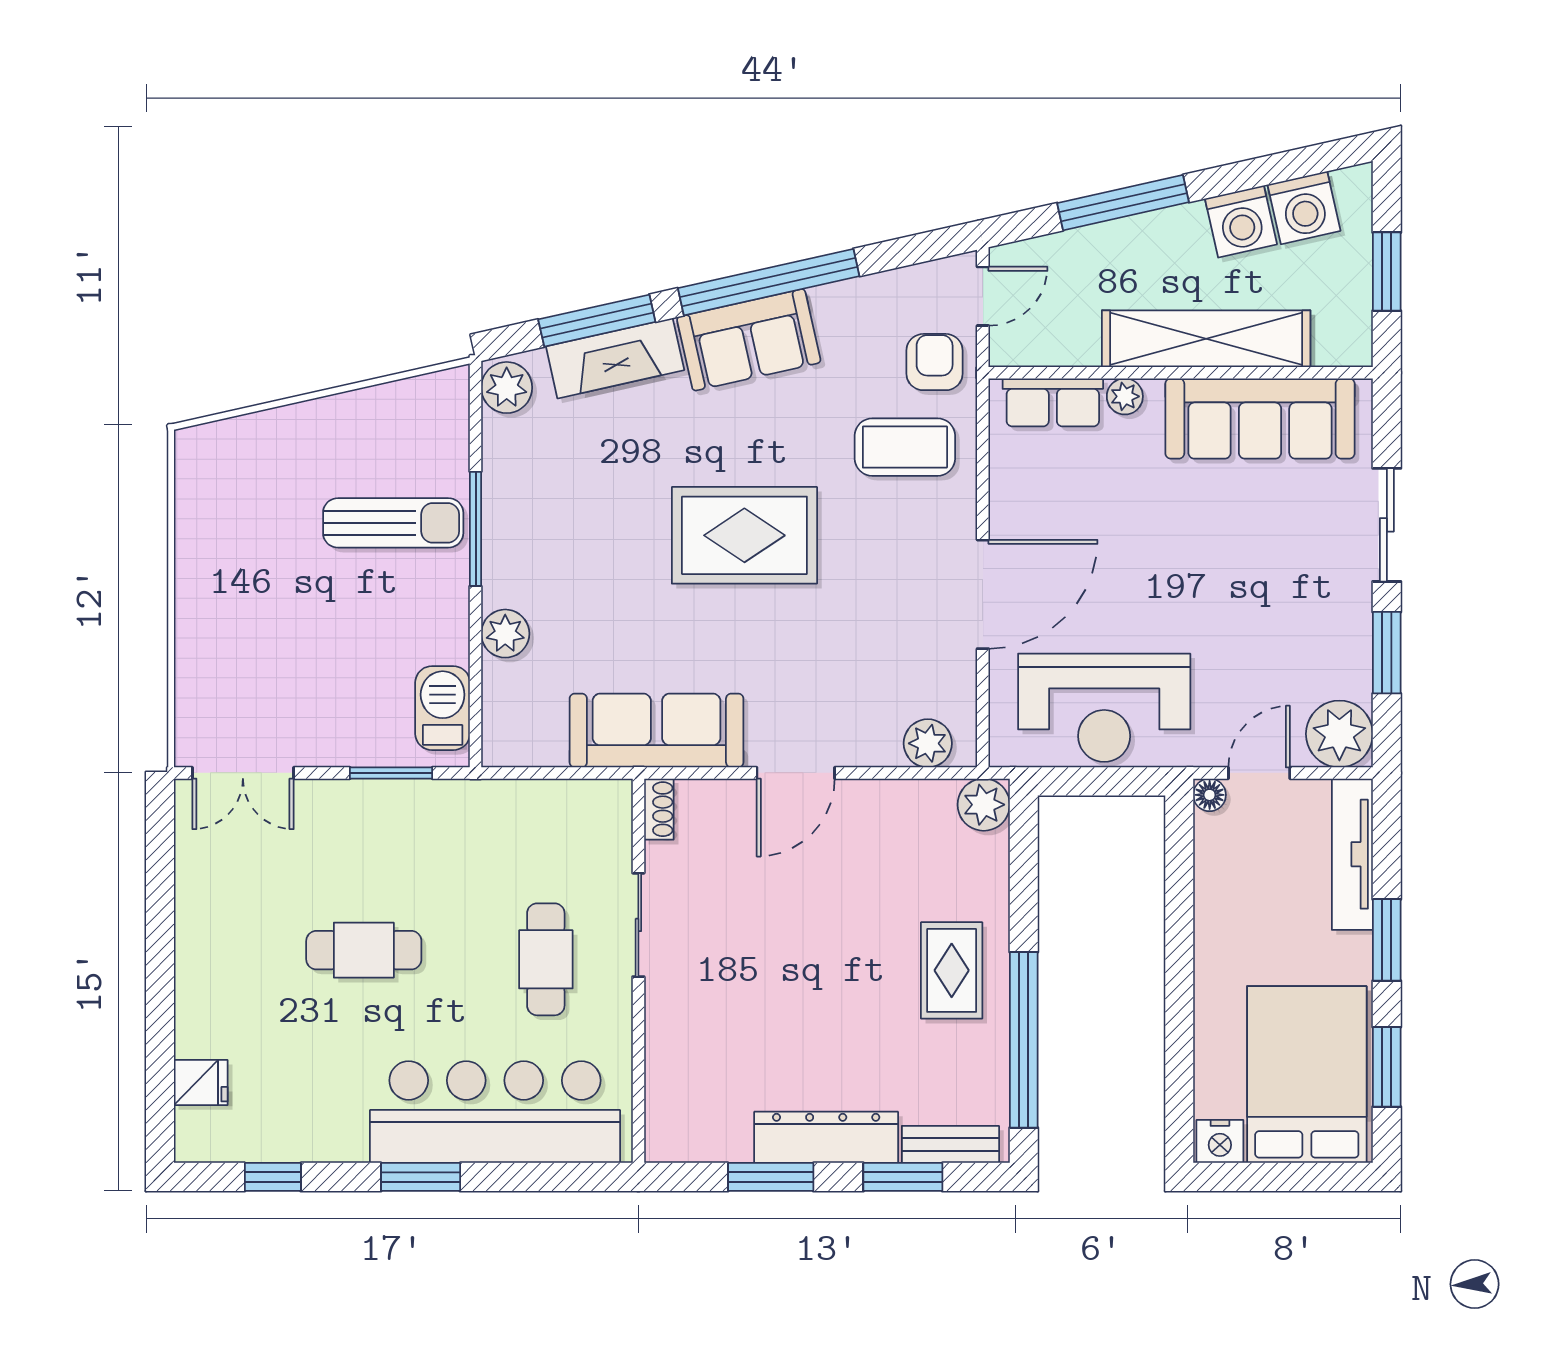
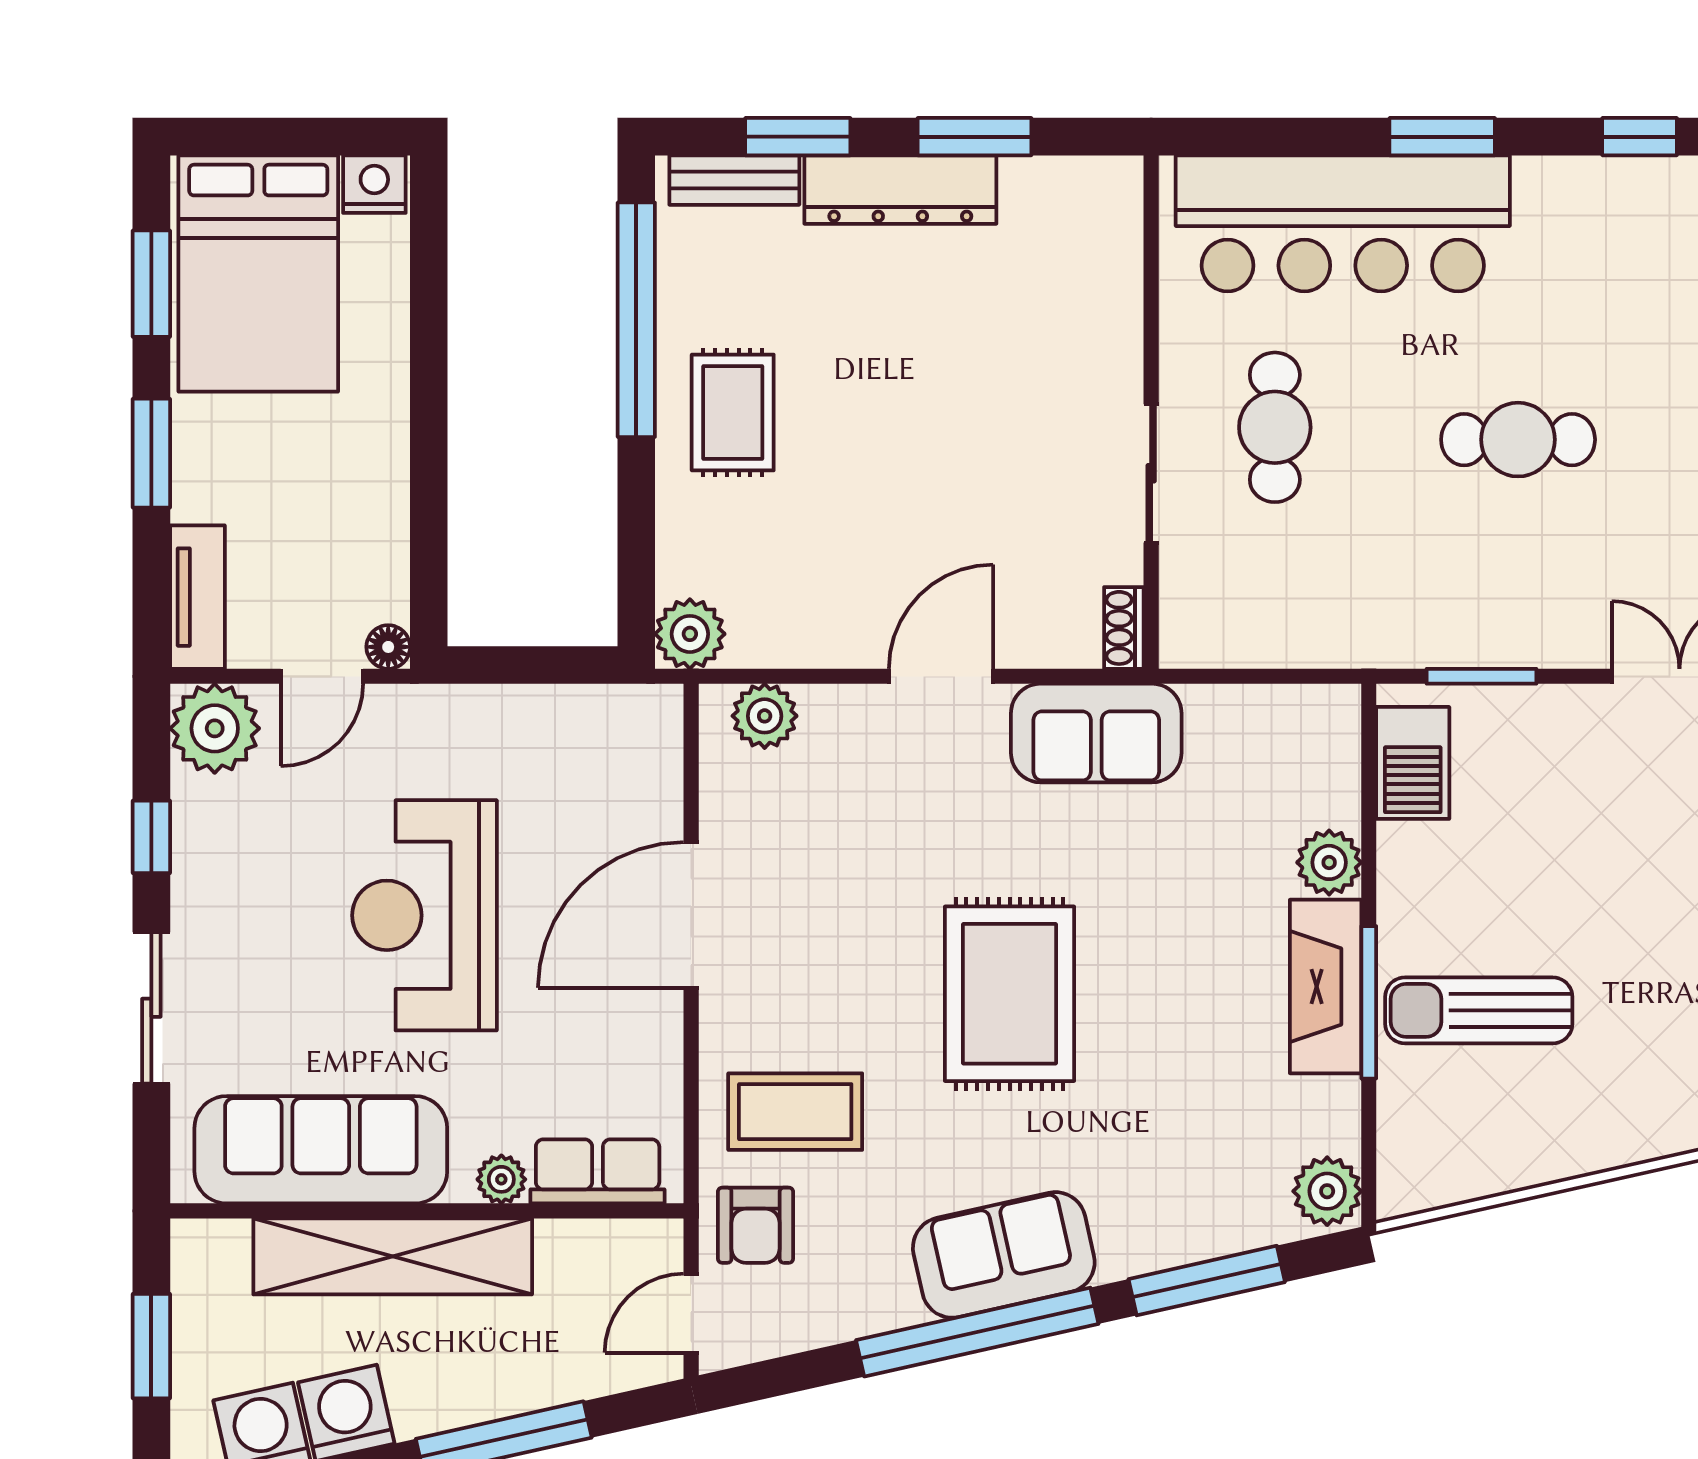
fireplace: (615, 358) -> (1326, 986), moved, turned -77
rug: (744, 535) -> (1010, 994), turned 90
window: (1387, 653) -> (151, 837), width x0.67
reception desk: (1104, 708) -> (424, 915), moved, turned -90
sofa: (656, 730) -> (1096, 733), width x0.73
tv unit: (1352, 854) -> (197, 597), width x0.71

